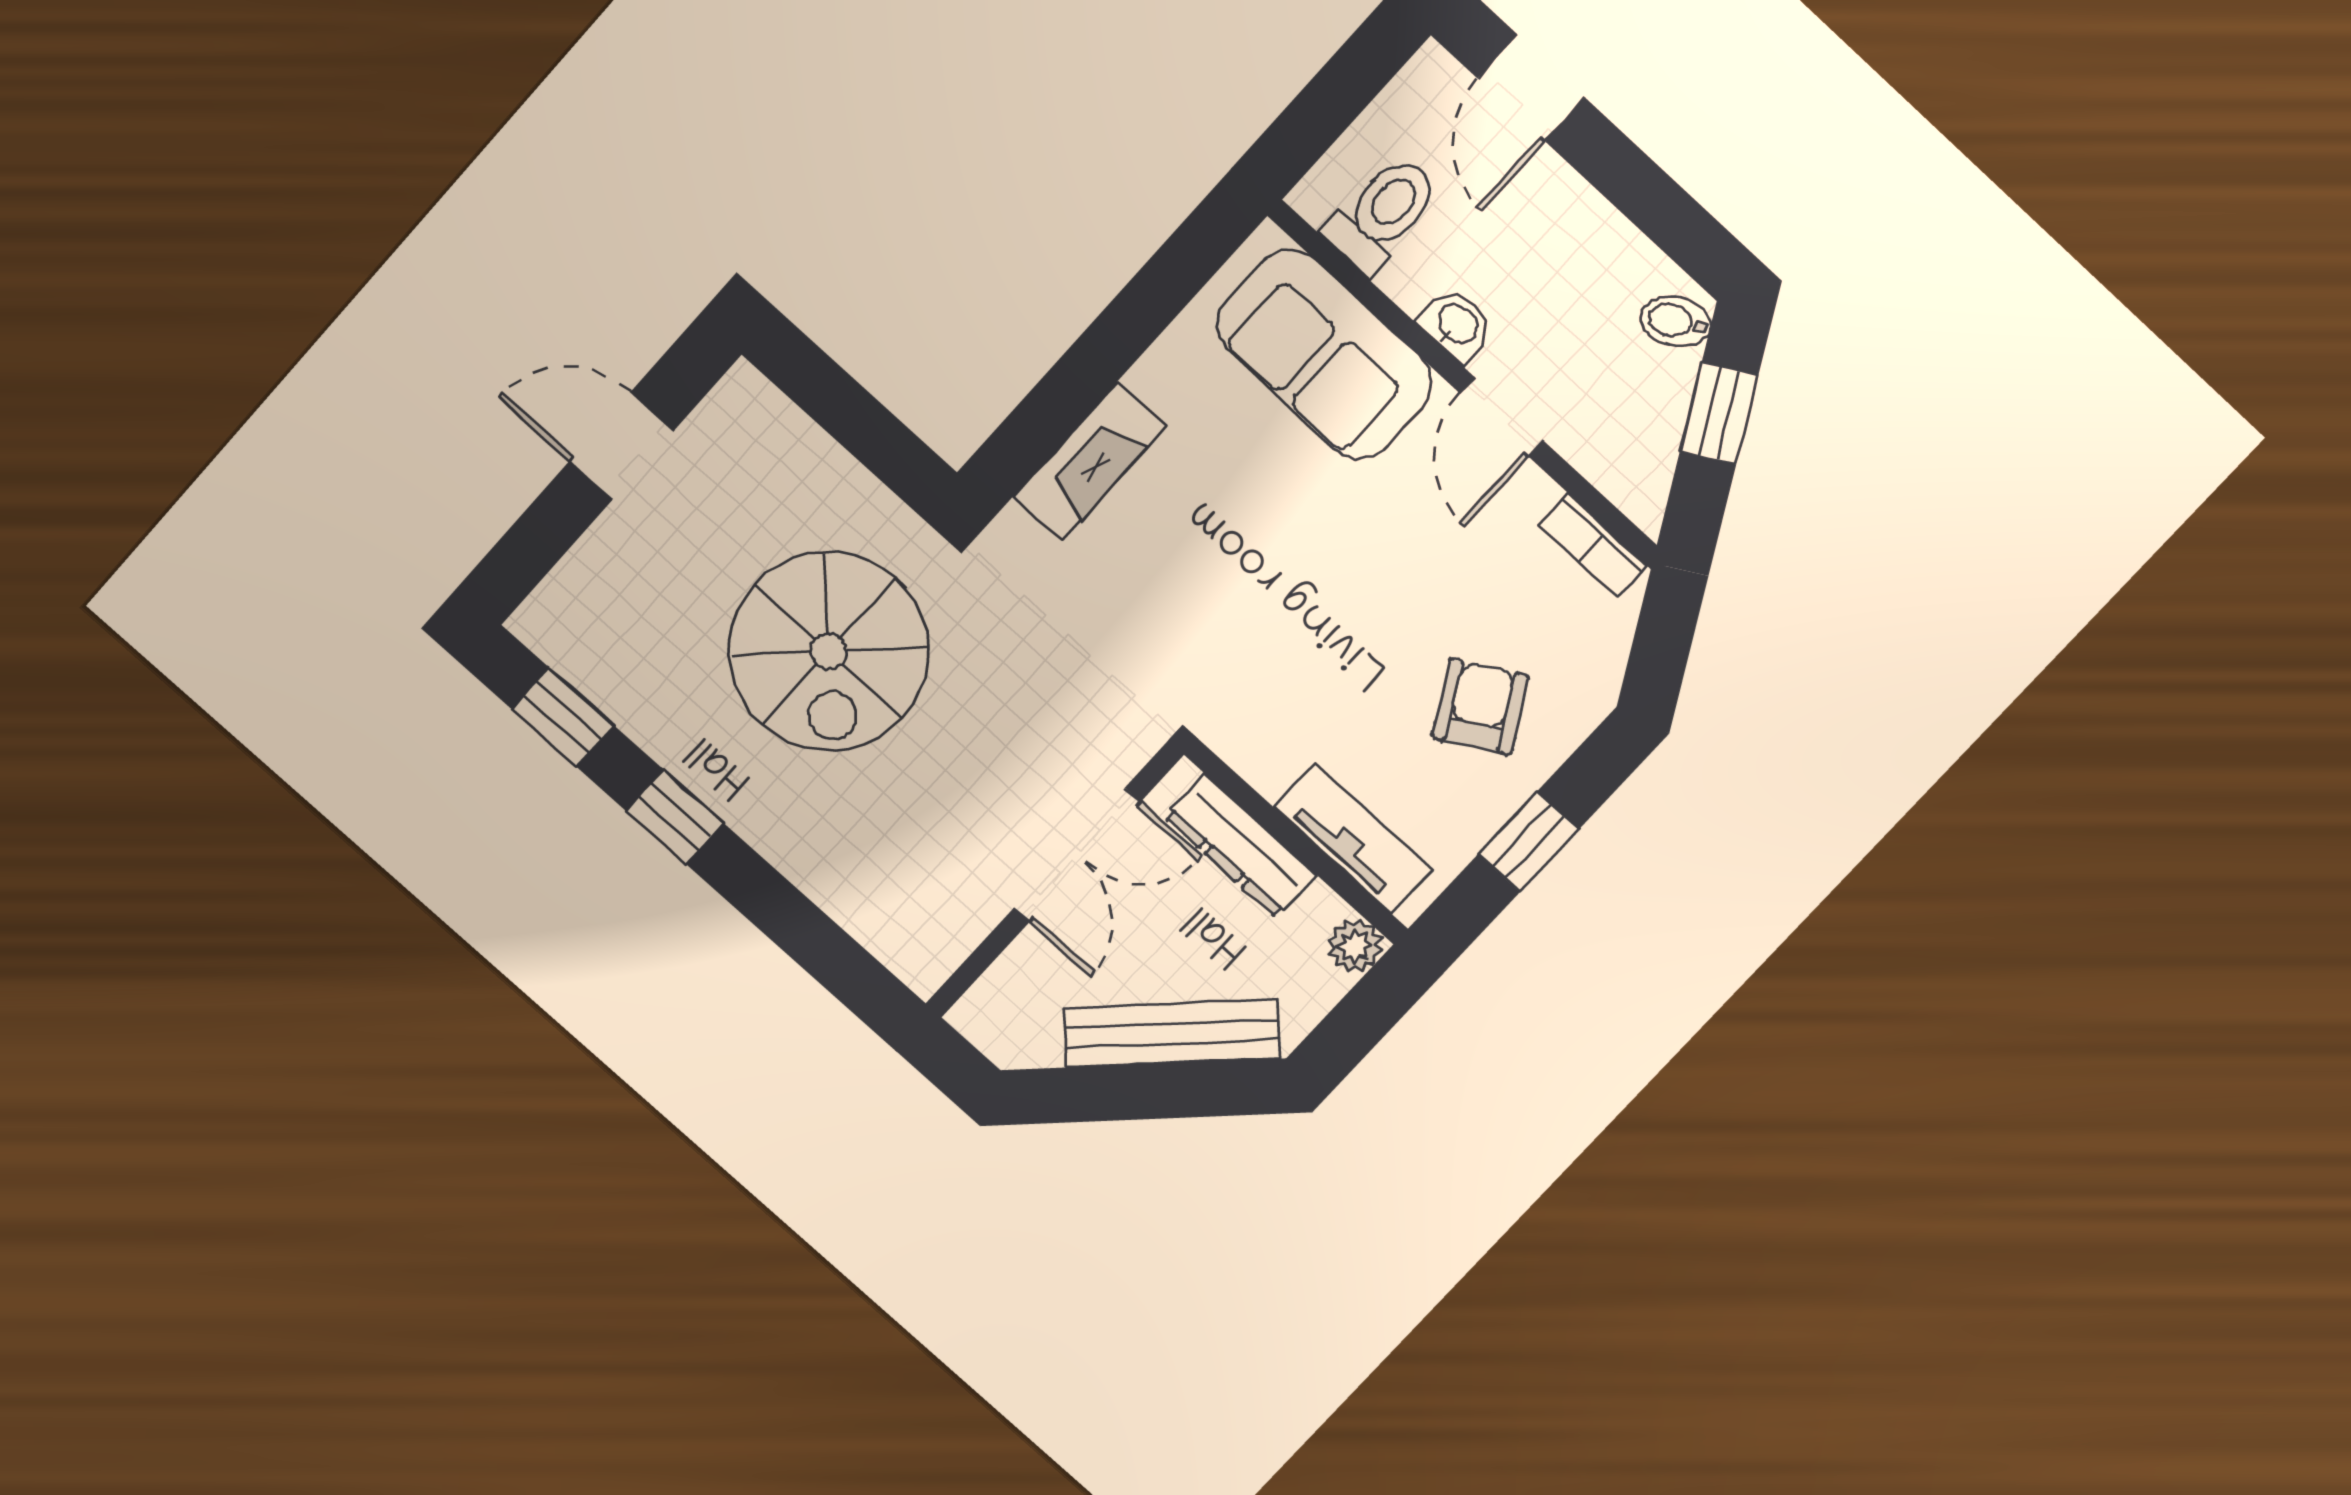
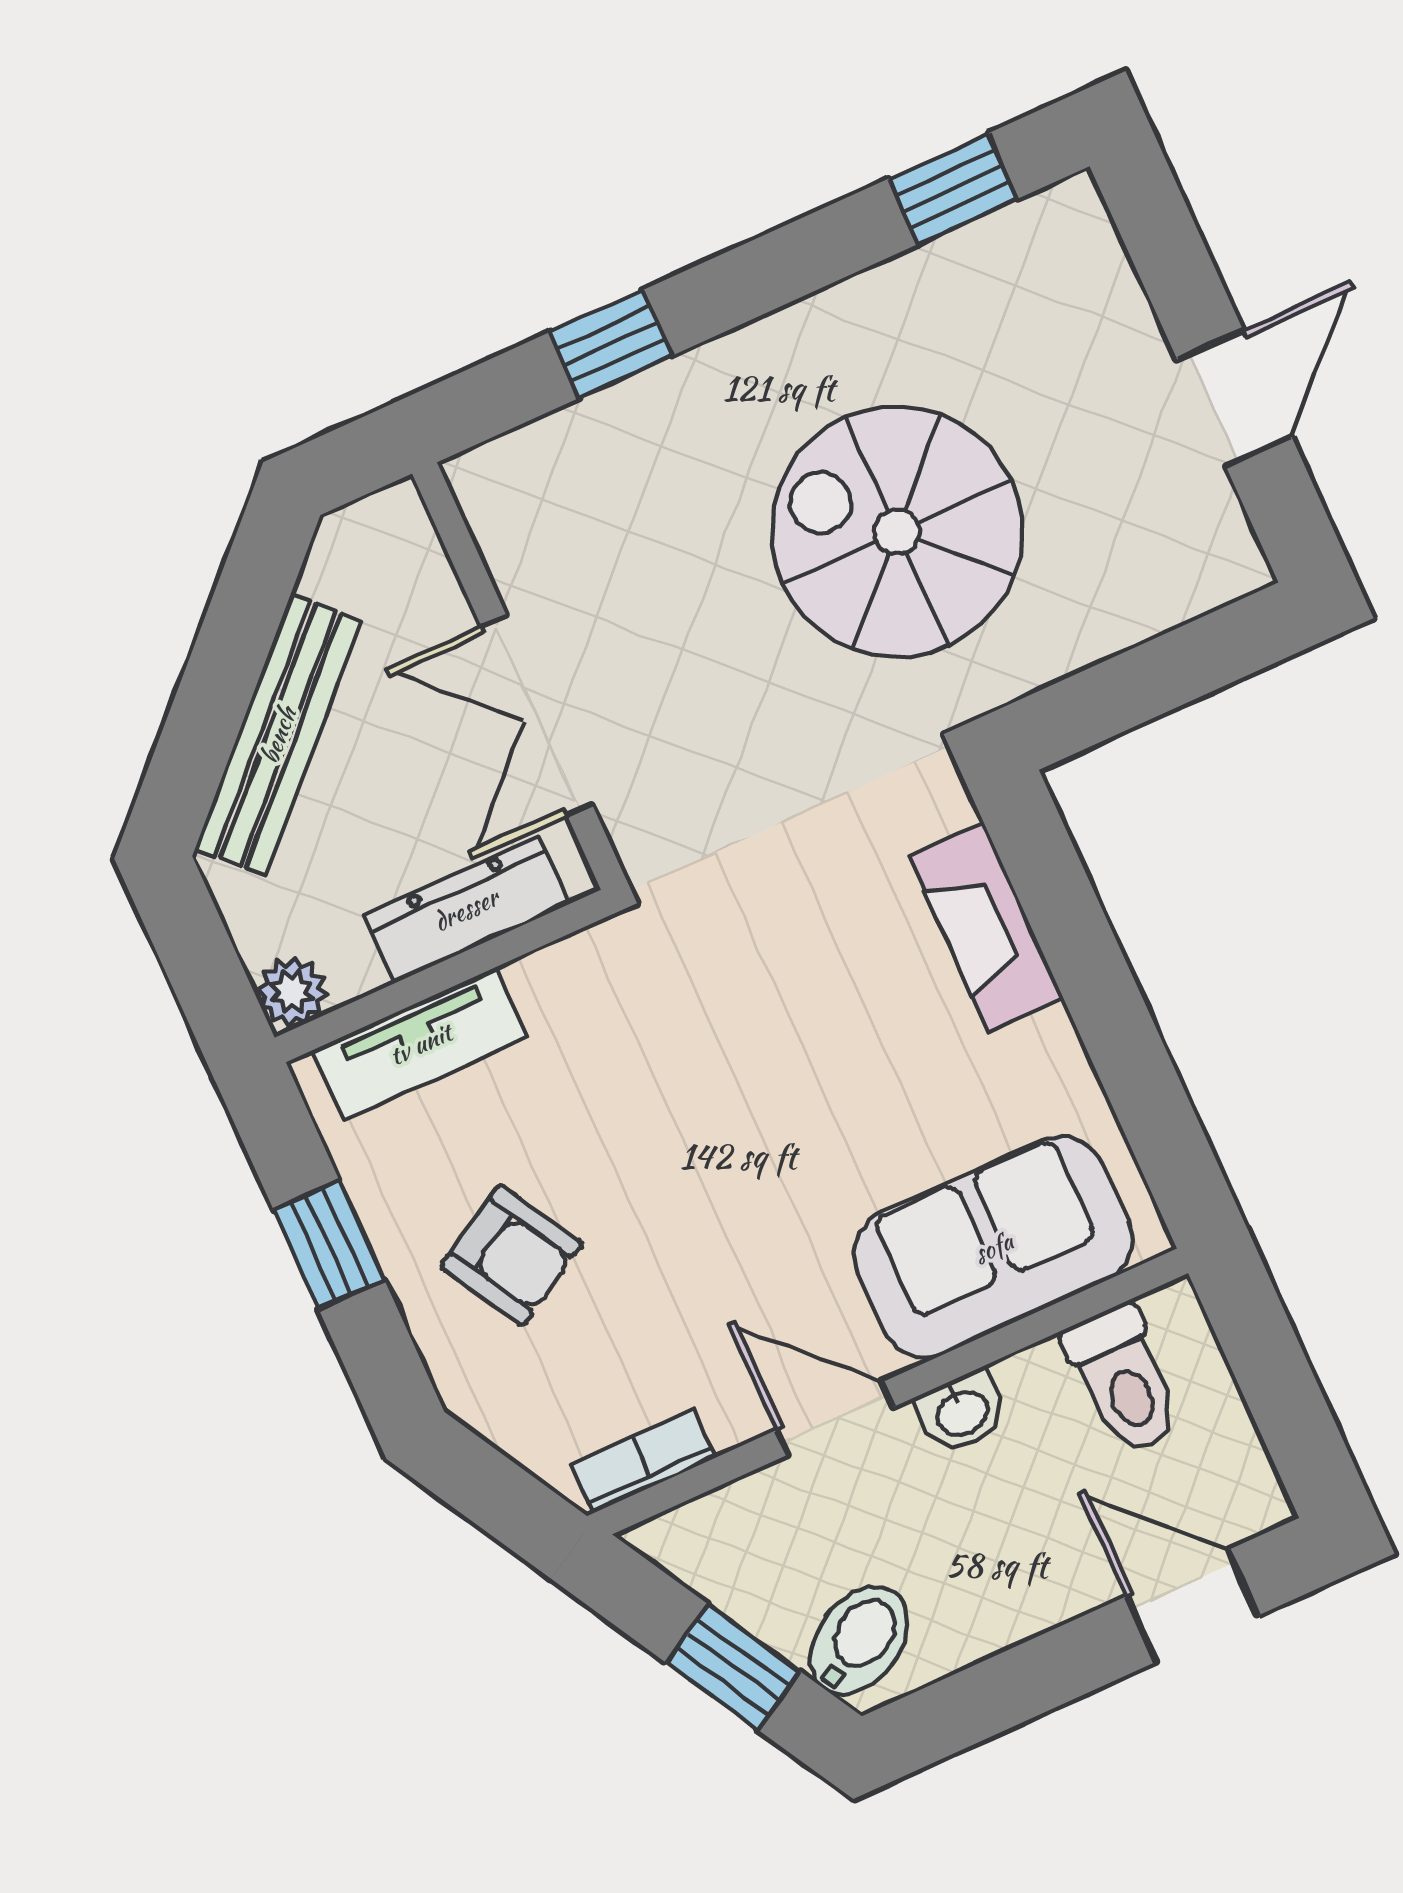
bidet: (1675, 321) -> (859, 1641), width x1.38, depth x1.36
window: (675, 817) -> (611, 344), moved

